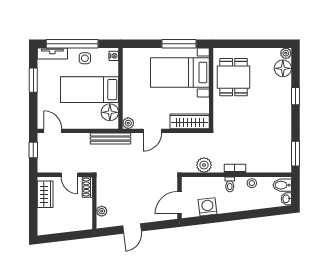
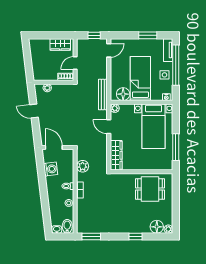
bed with nightstands: (180, 73) -> (154, 126), moved, turned 180

